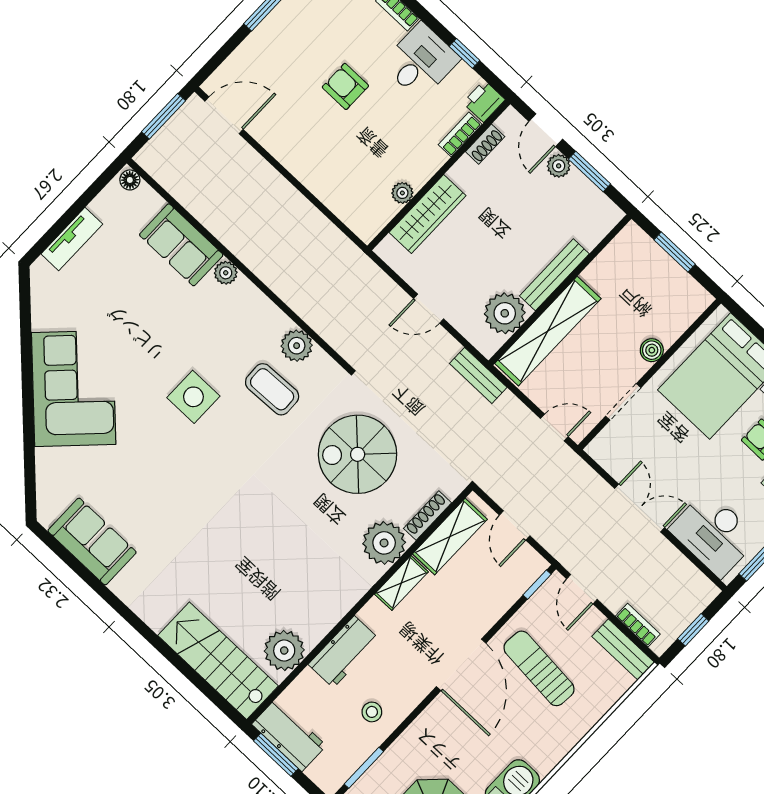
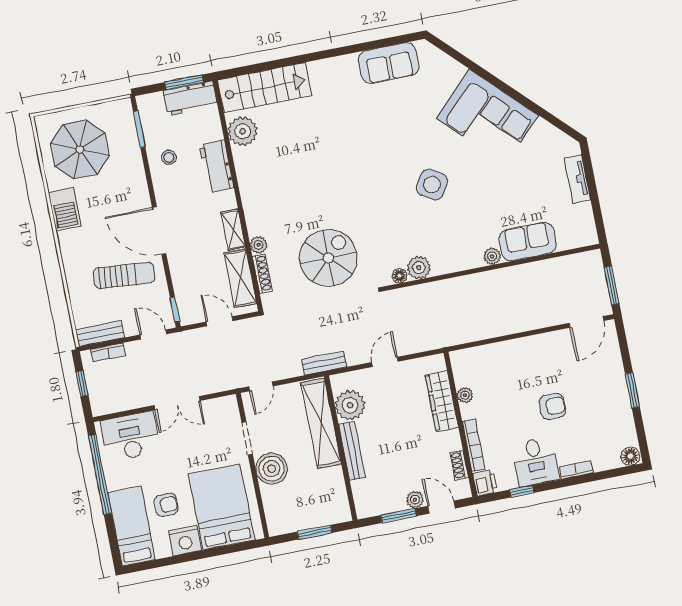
bookcase: (460, 134) -> (474, 445), width x1.56
floor lamp: (130, 180) -> (400, 276), moved
boiler: (652, 350) -> (272, 469), width x1.86, depth x1.86
coffee table: (272, 389) -> (403, 235), removed
side table: (193, 397) -> (432, 185), turned 31
plant: (384, 543) -> (259, 245), width x0.53, depth x0.53

